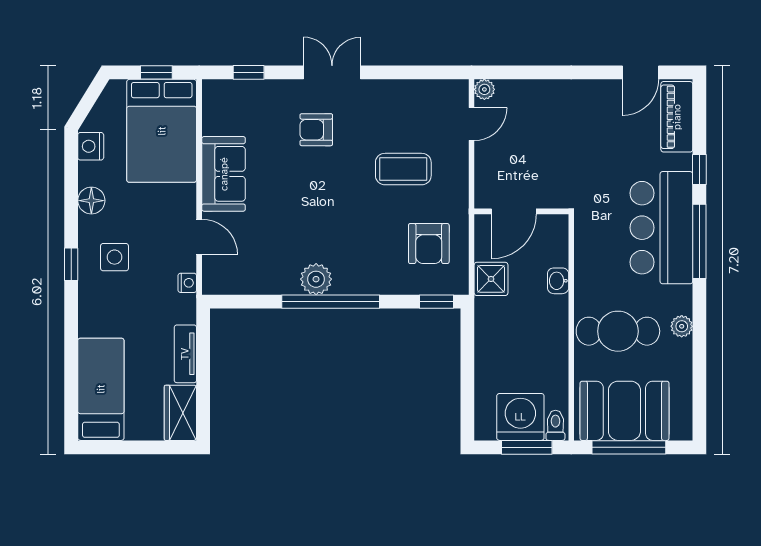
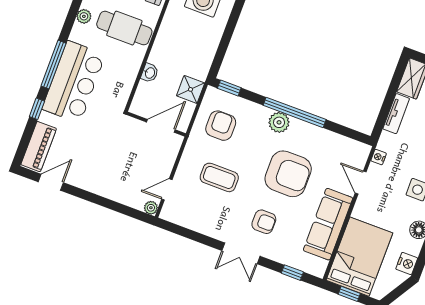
sofa: (224, 174) -> (328, 224), width x1.36
armchair: (307, 211) -> (288, 174), added
plant: (316, 279) -> (279, 122), moved

